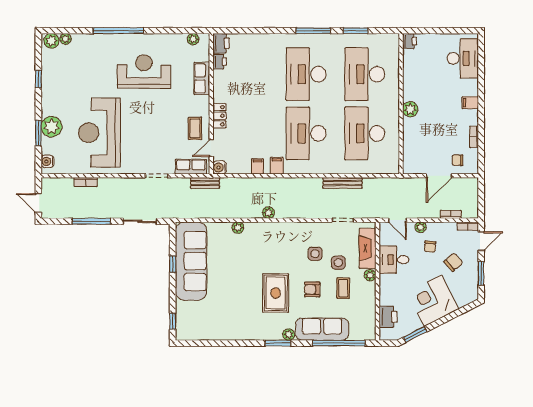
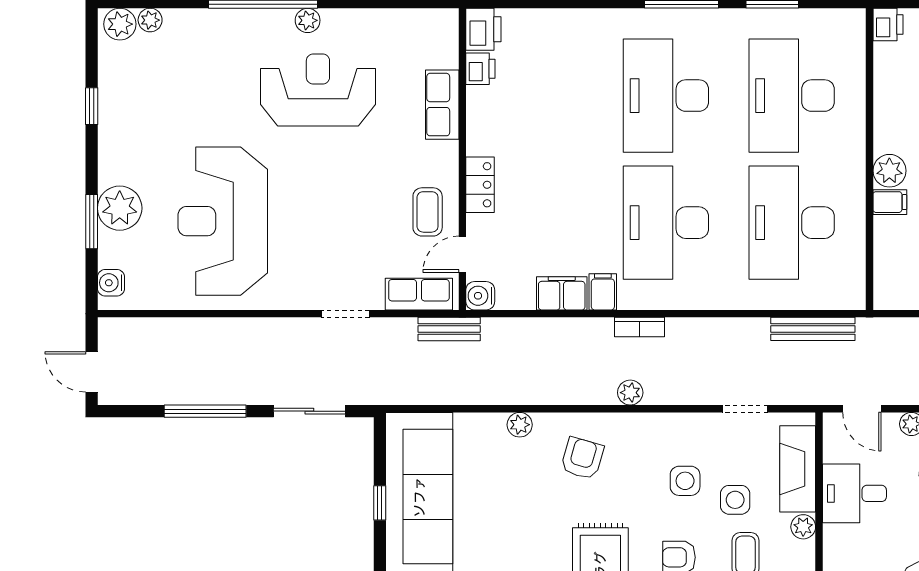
plant: (193, 39) -> (308, 20), moved
filing cabinet: (410, 124) -> (890, 202), added
filing cabinet: (257, 166) -> (562, 293), width x2.00
bookcase: (86, 182) -> (639, 327), moved
bench: (343, 183) -> (813, 329), moved
plant: (268, 213) -> (630, 393), moved
armchair: (267, 243) -> (582, 458), added

